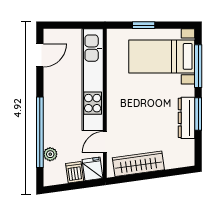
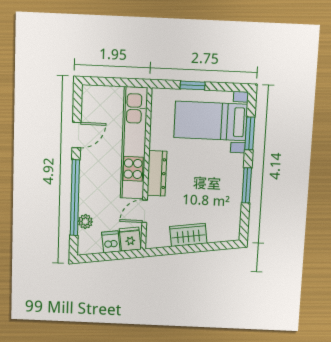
door: (40, 55) -> (77, 135), moved
window: (198, 66) -> (250, 133), width x0.69
dresser: (186, 118) -> (157, 173), moved, turned 180
wardrobe: (138, 164) -> (188, 235), width x0.67

